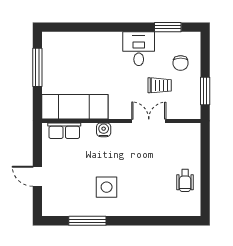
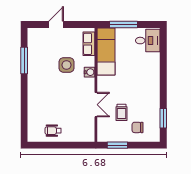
desk: (139, 49) -> (148, 41), moved
window: (37, 67) -> (123, 24), moved
side table: (107, 187) -> (66, 65), moved

